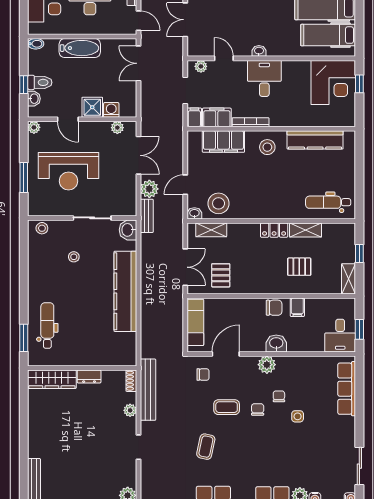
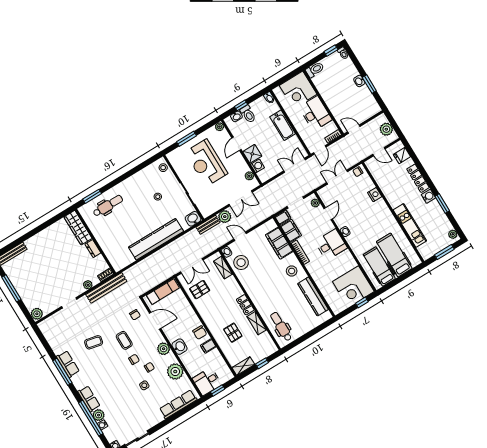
plant: (304, 368) -> (175, 372), added

